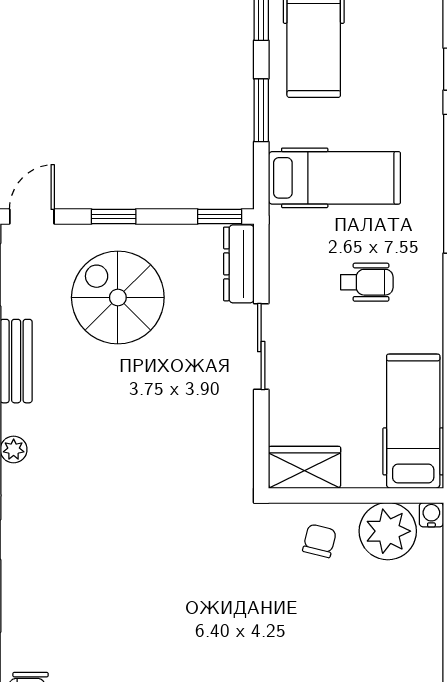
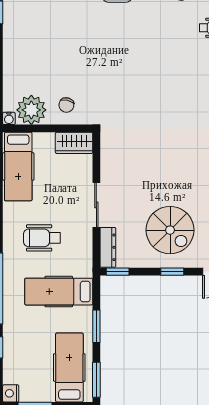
wheelchair: (367, 282) -> (42, 238), width x1.36, depth x1.37

